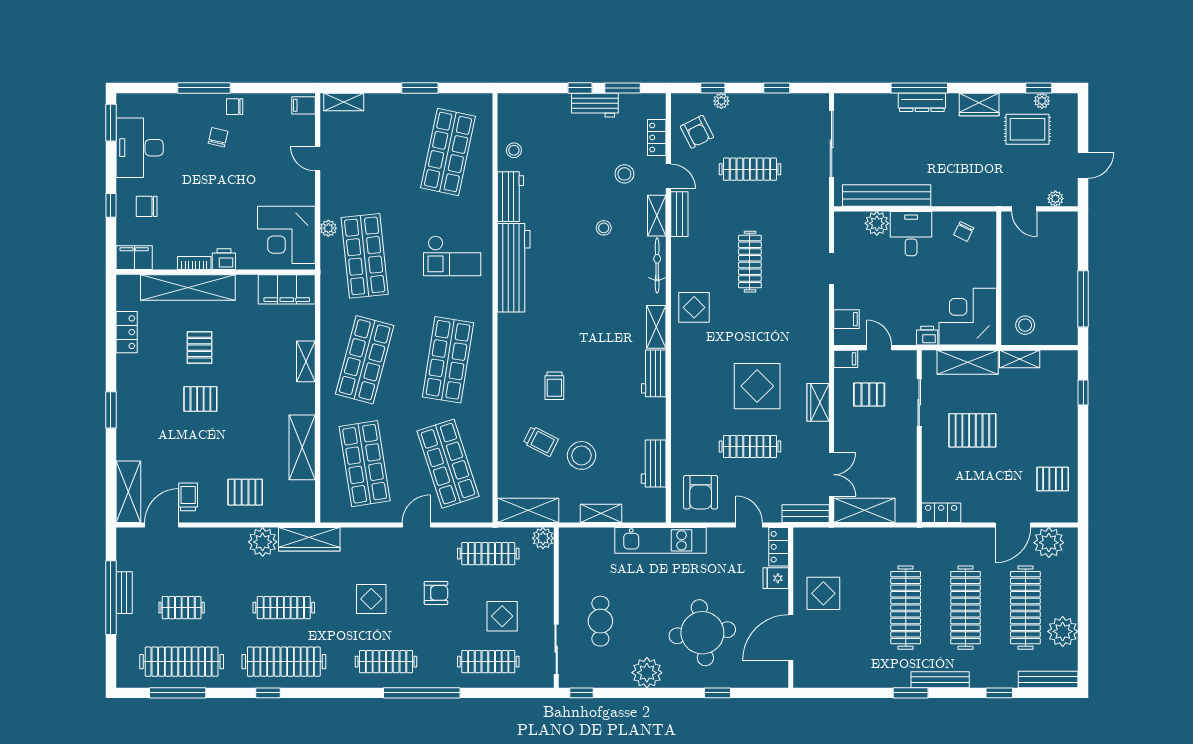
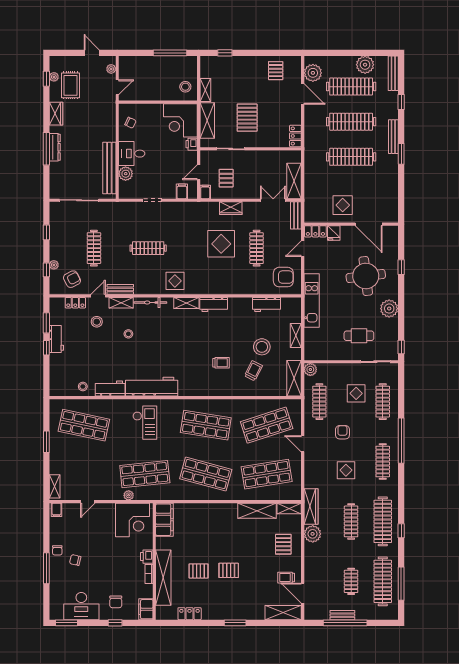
shelving: (306, 361) -> (289, 508), moved
pallet: (200, 399) -> (229, 570), turned 90

